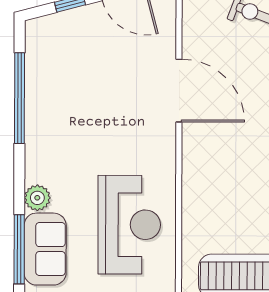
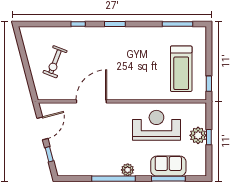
window: (19, 98) -> (114, 179), moved
plant: (37, 198) -> (128, 170), moved

